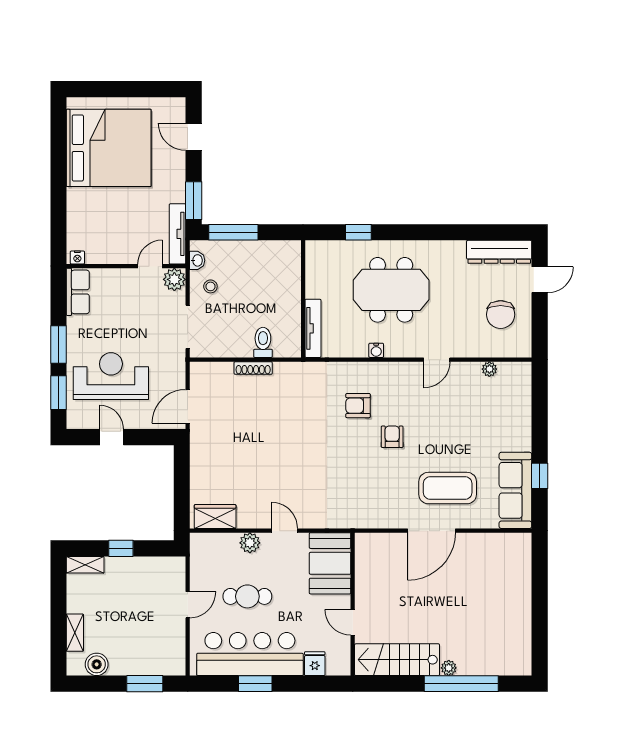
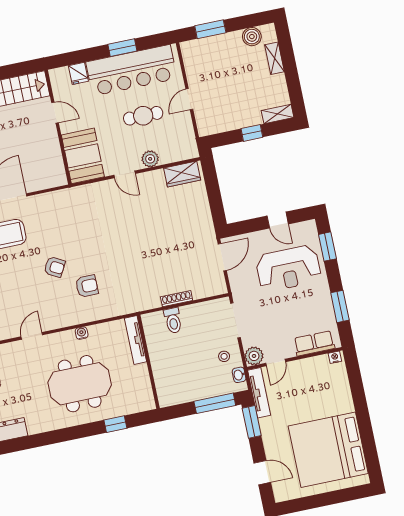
row of seats: (78, 292) -> (314, 343), moved, turned 90
window: (58, 344) -> (340, 306), moved
armchair: (392, 437) -> (54, 267), turned -61

